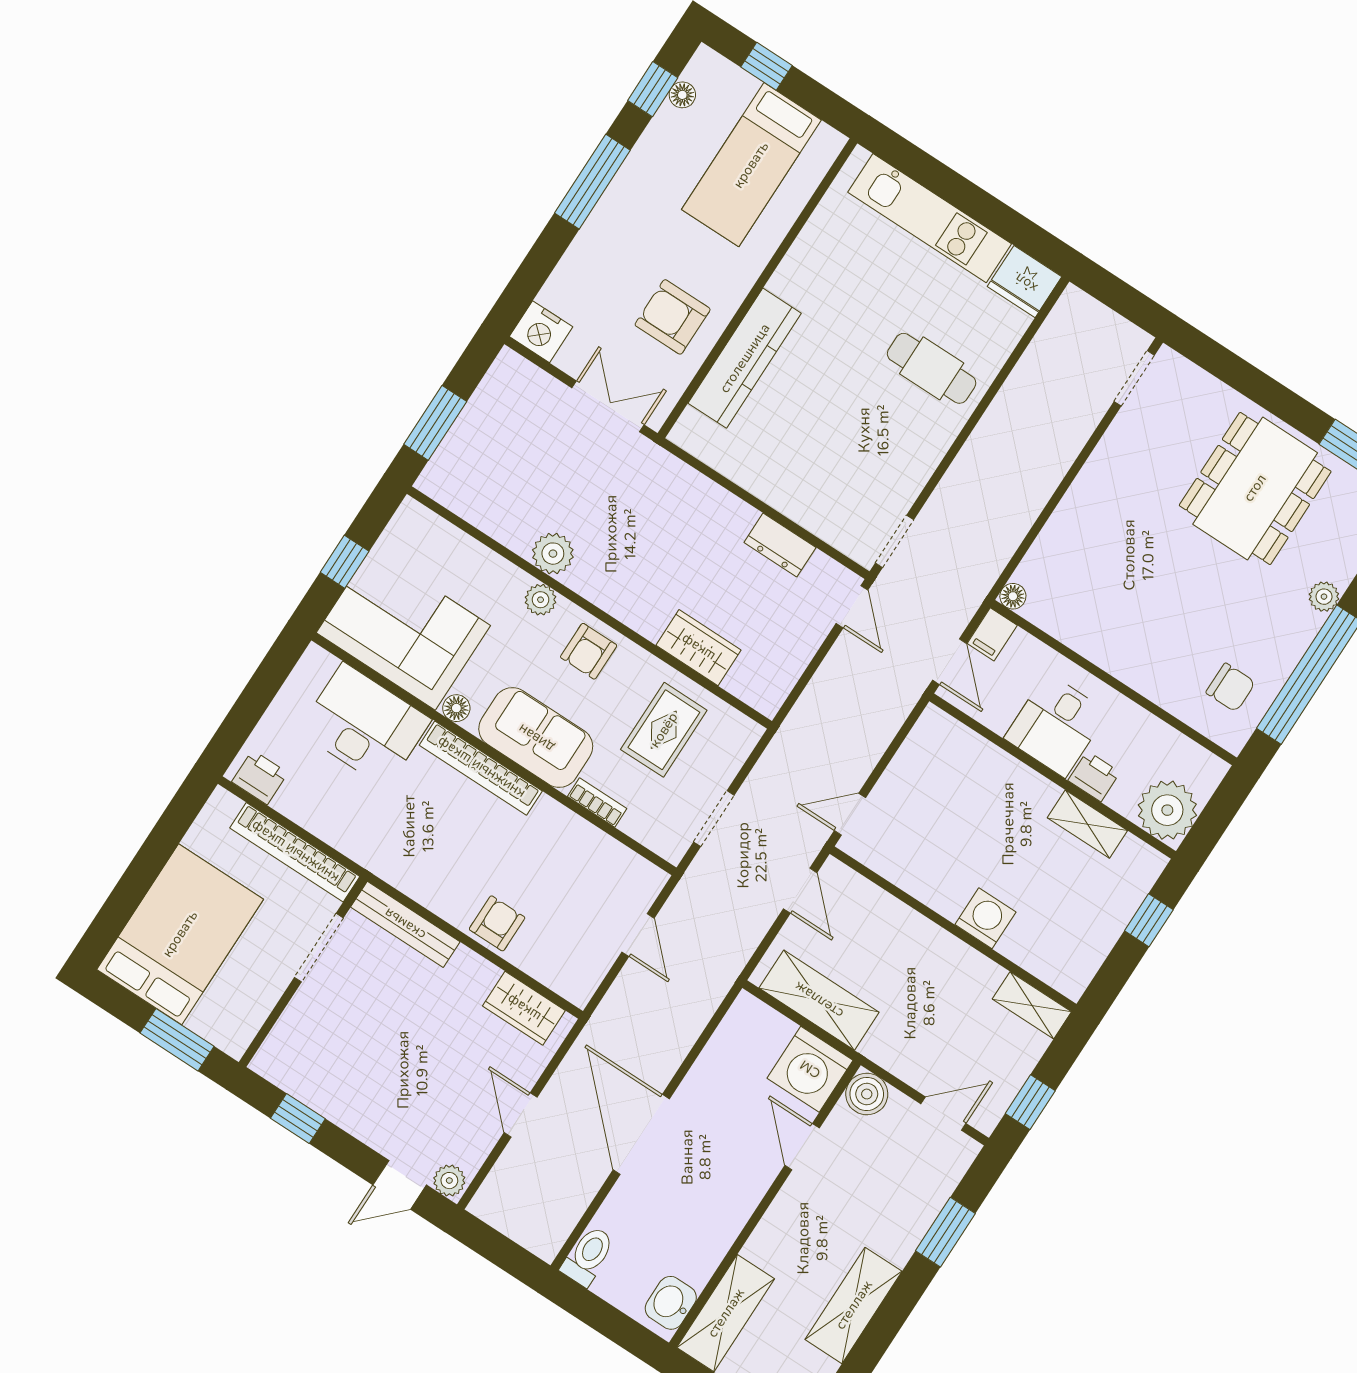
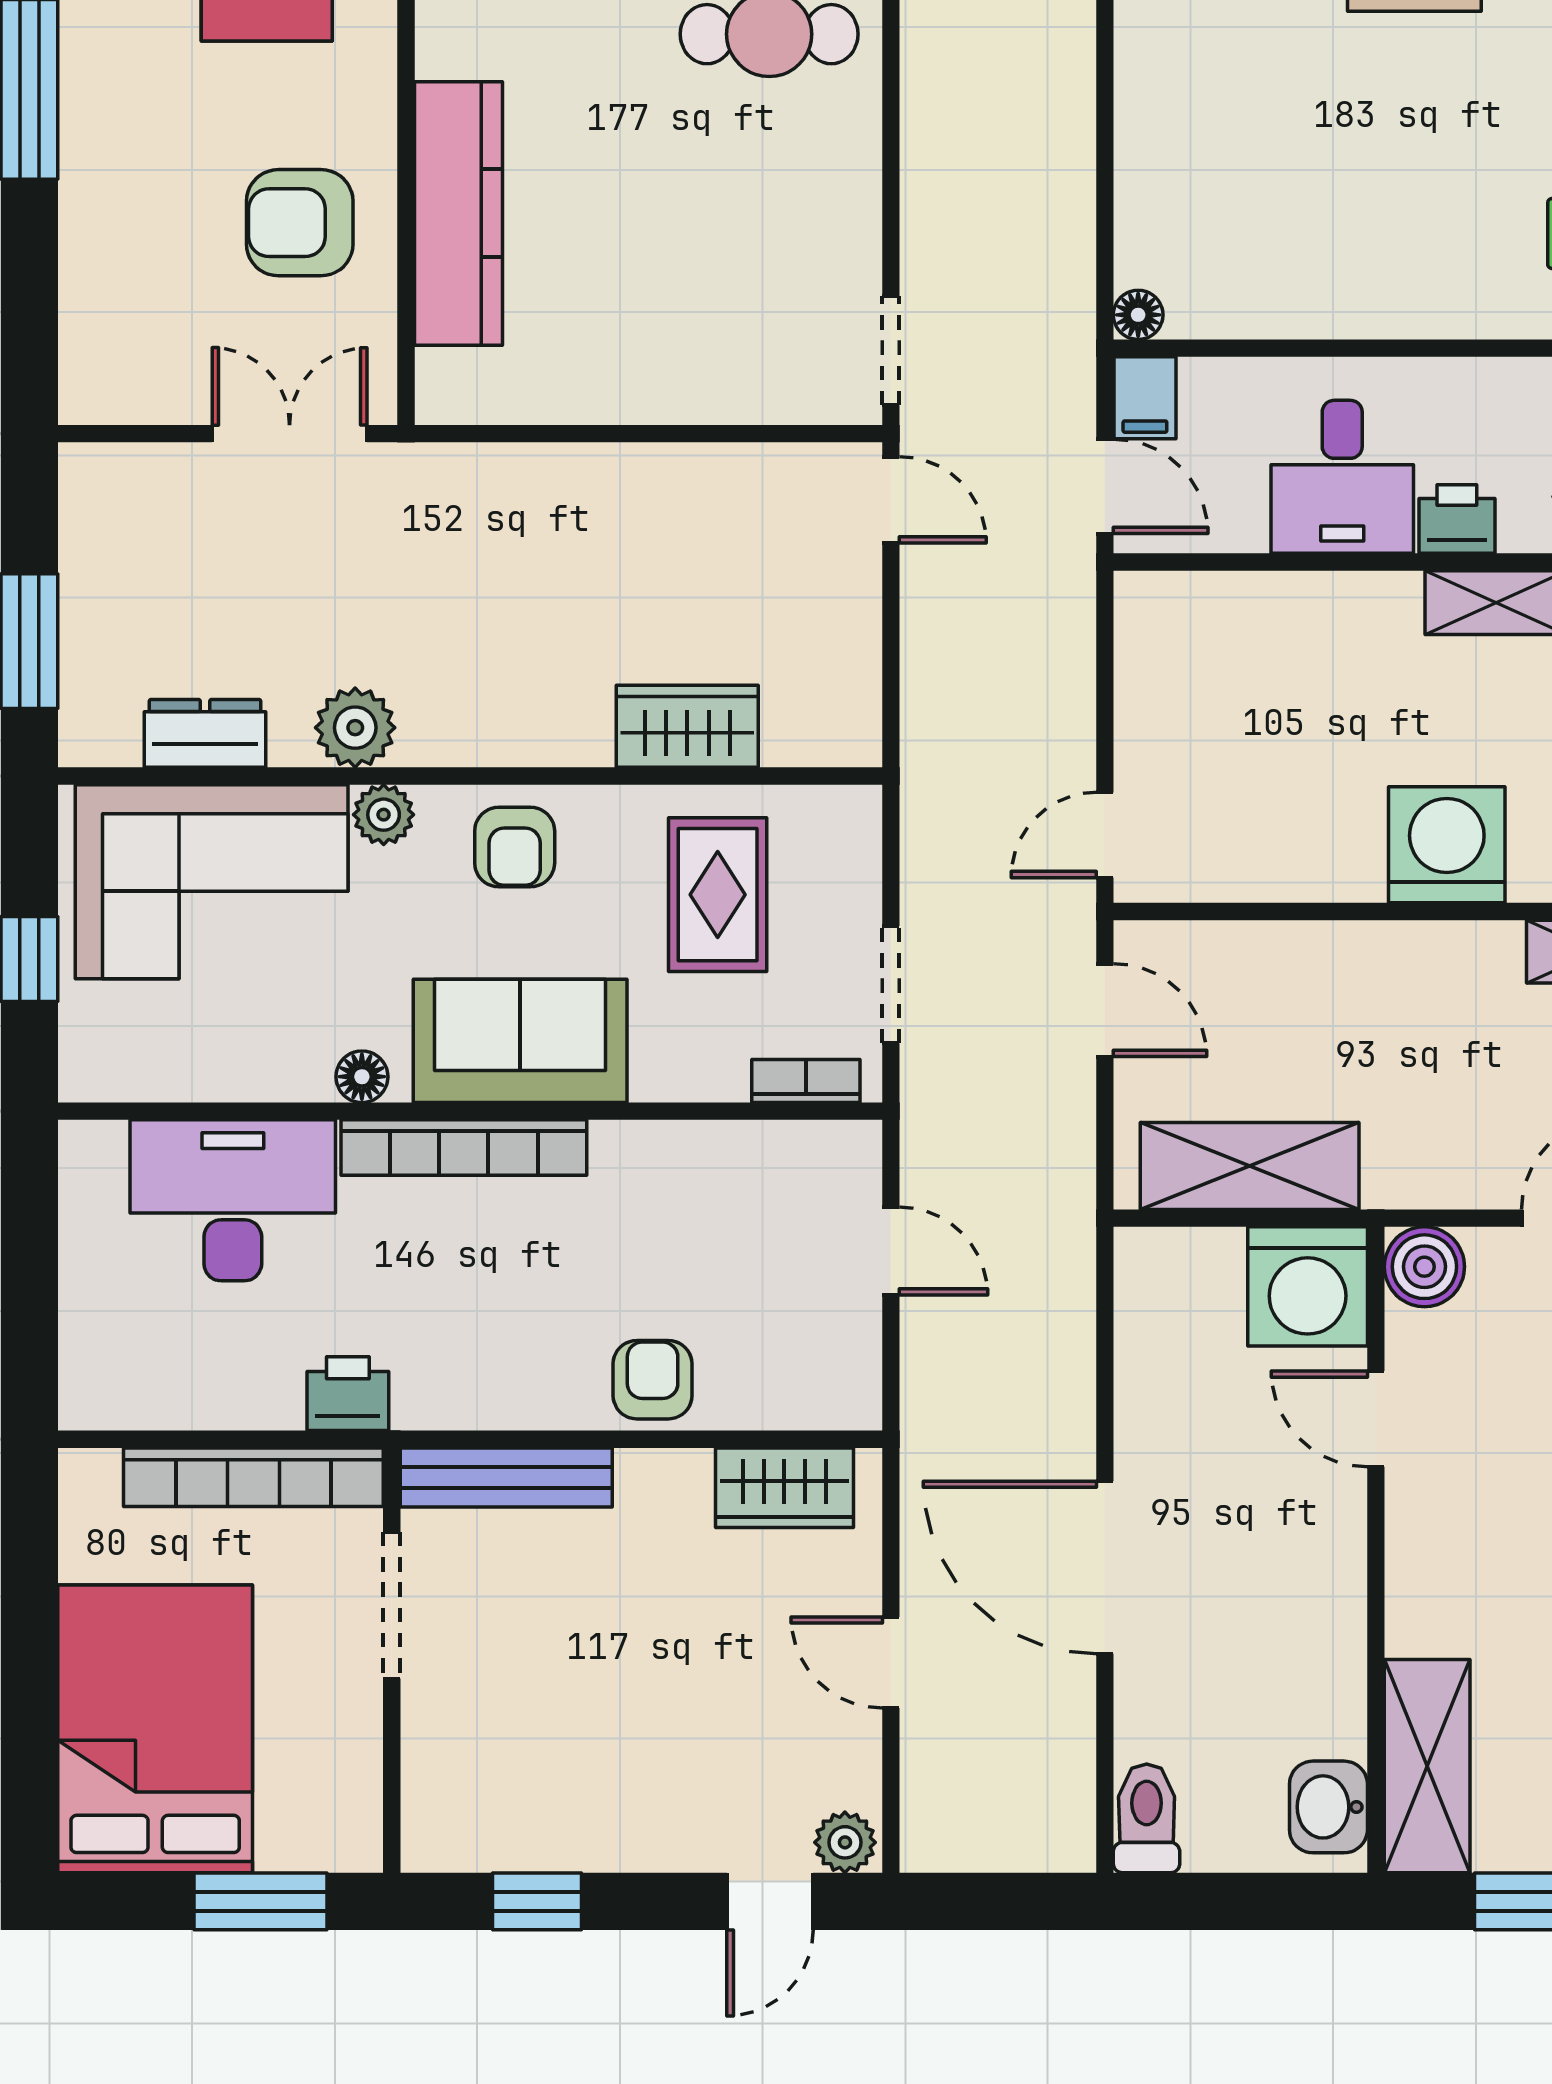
nightstand: (541, 332) -> (104, 384), removed
dresser: (780, 545) -> (205, 733), moved, turned 180
corner sofa: (403, 629) -> (212, 882), moved, turned 180
printer: (260, 777) -> (348, 1394), moved
bookcase: (597, 802) -> (806, 1081), moved
washing machine: (985, 918) -> (1447, 845), width x1.37, depth x1.37

